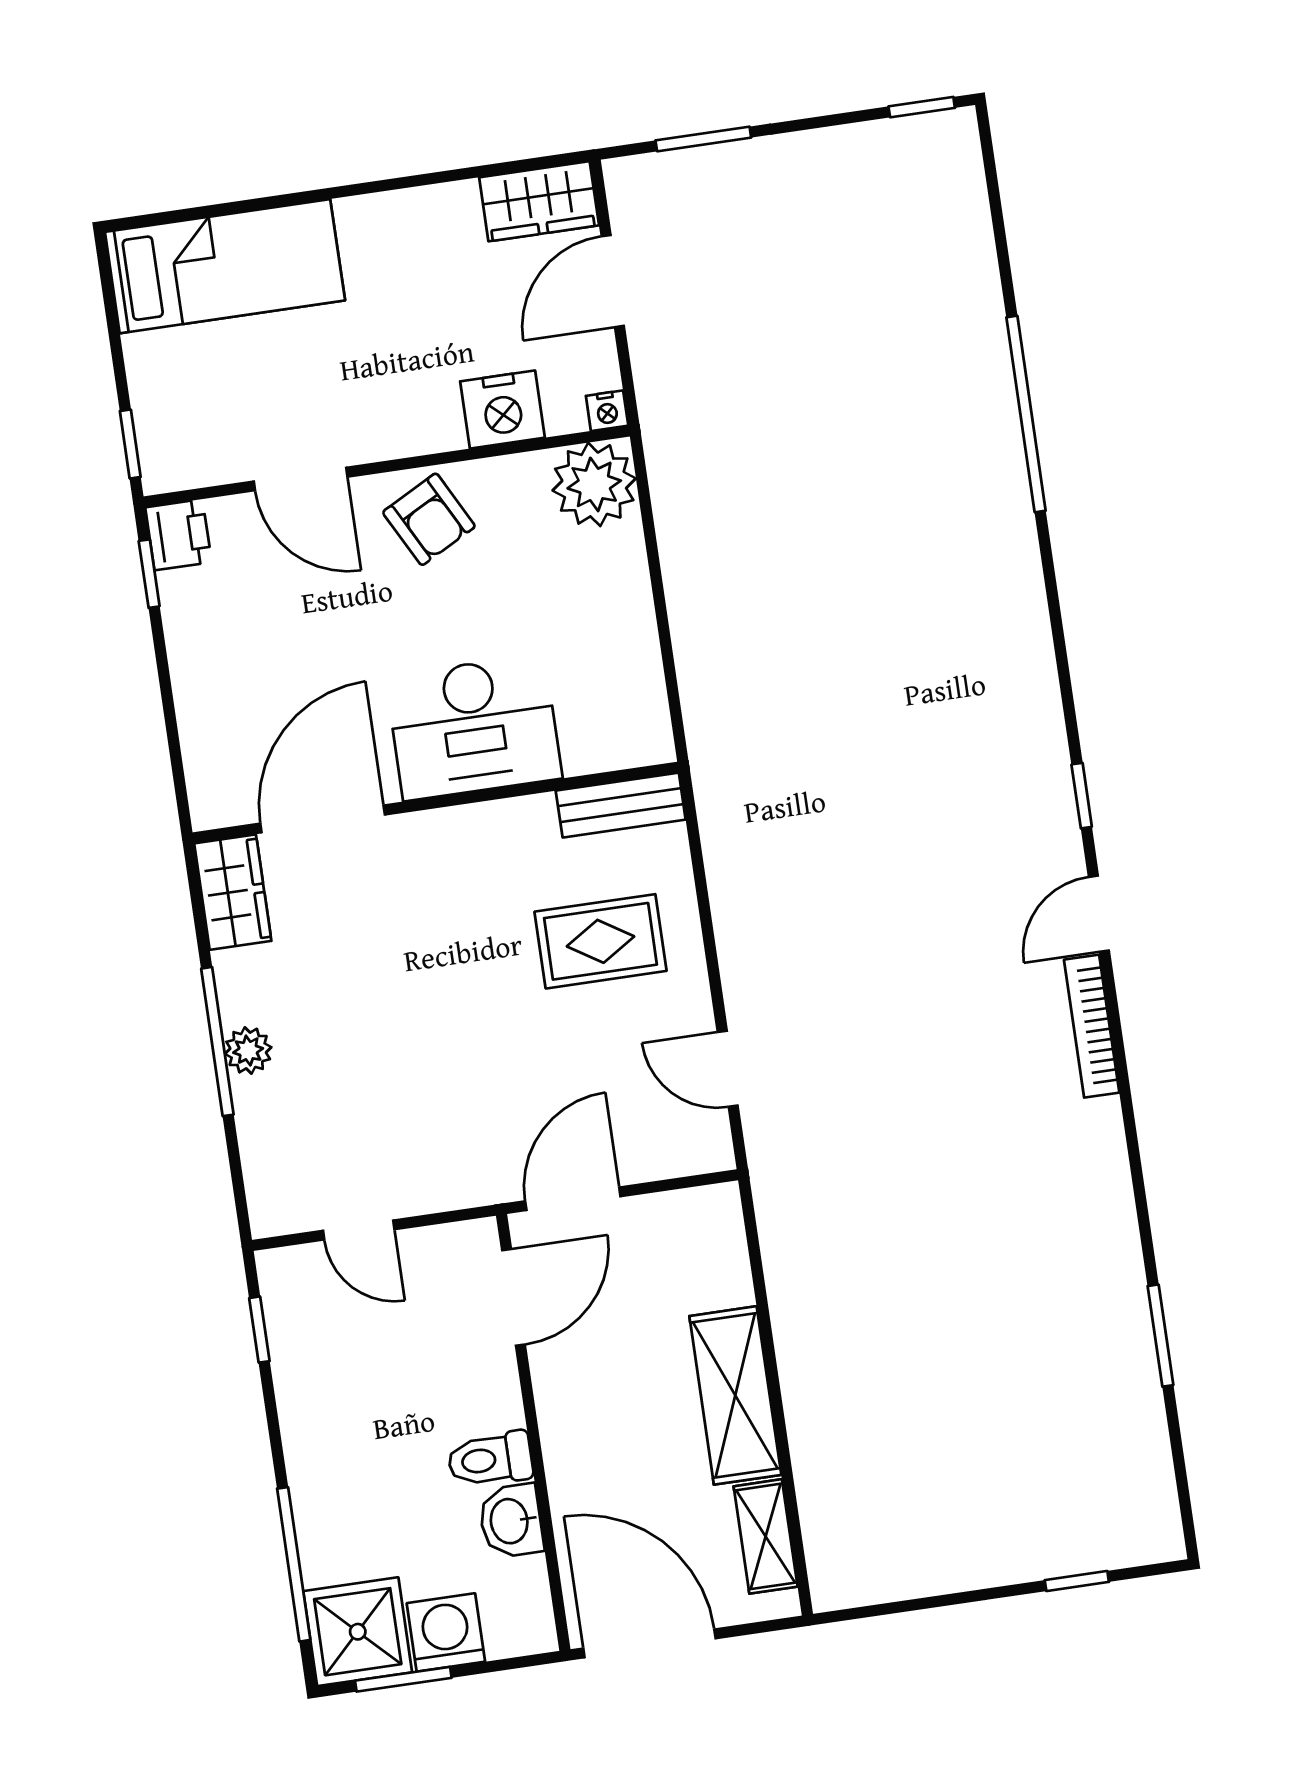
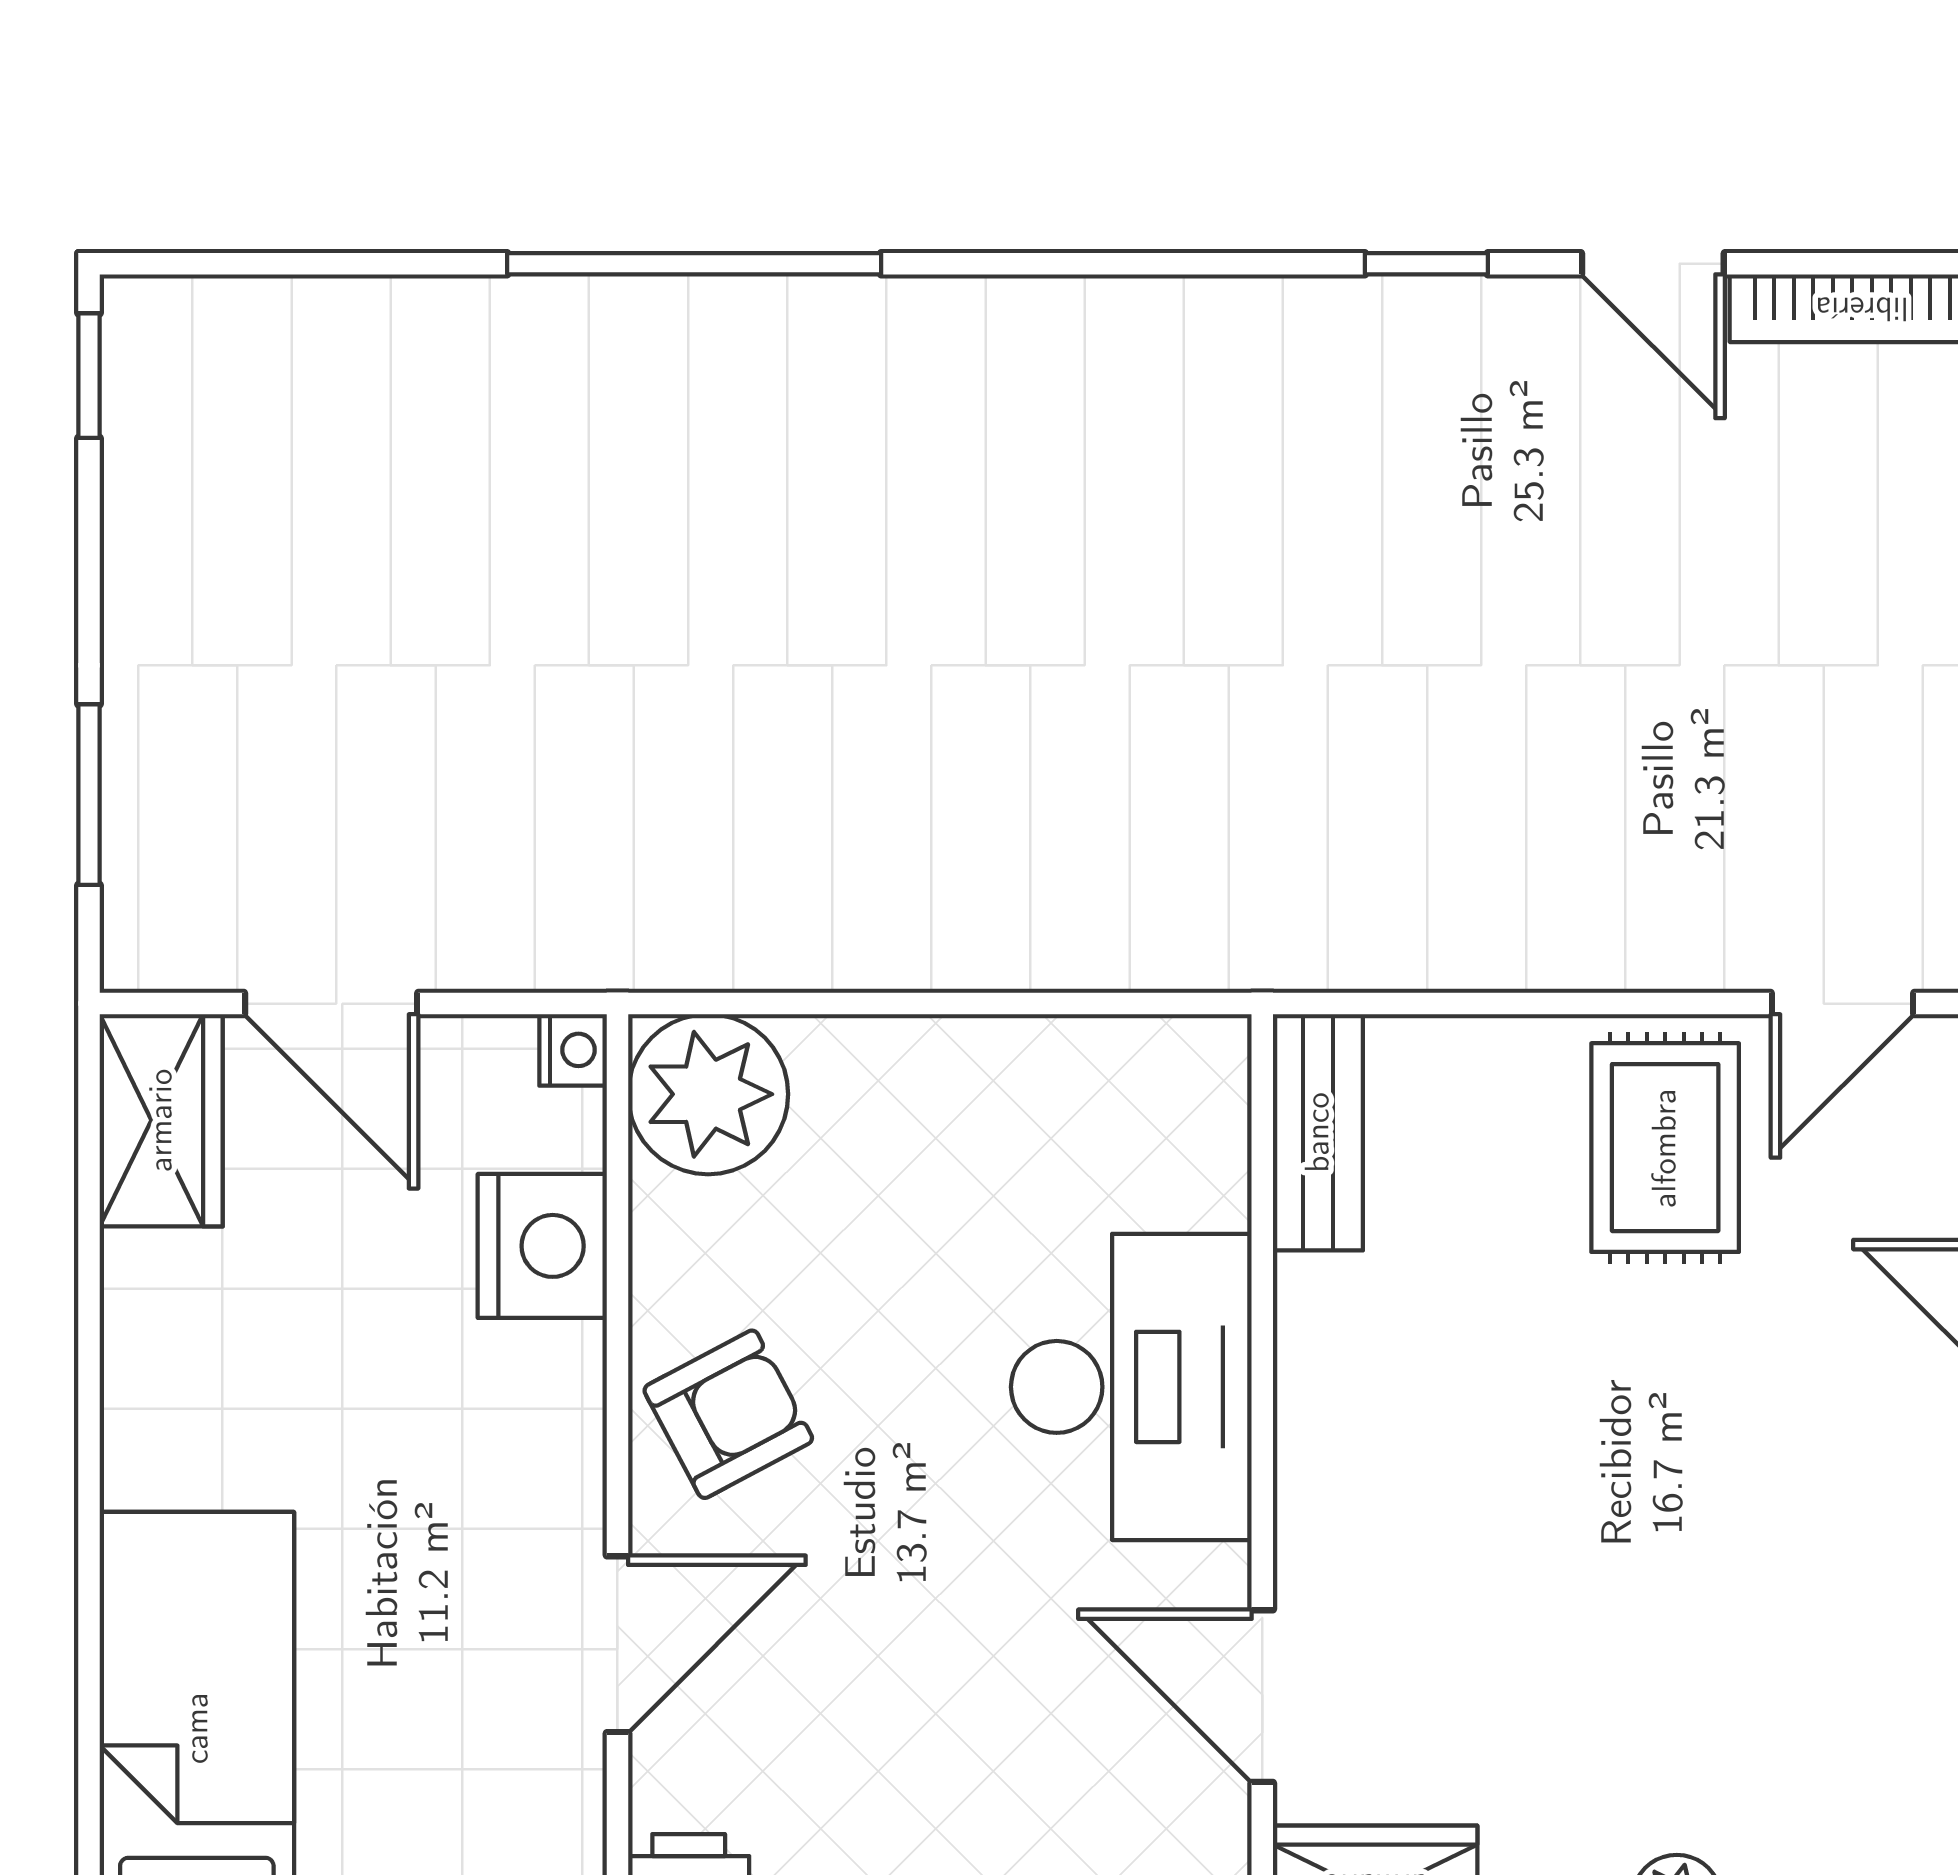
door: (323, 819) -> (1262, 1696), width x0.73
rug: (600, 941) -> (1665, 1148), moved

